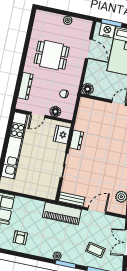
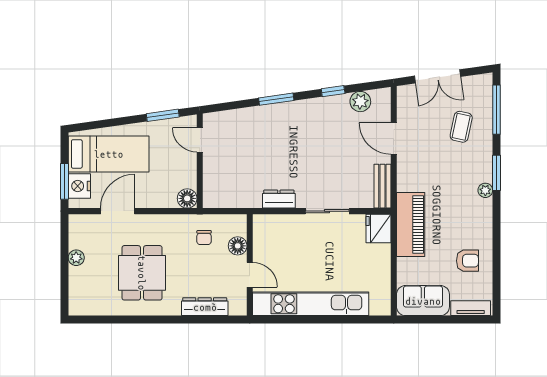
fridge: (62, 135) -> (378, 228), moved, turned 90
piano: (62, 213) -> (411, 225), moved

